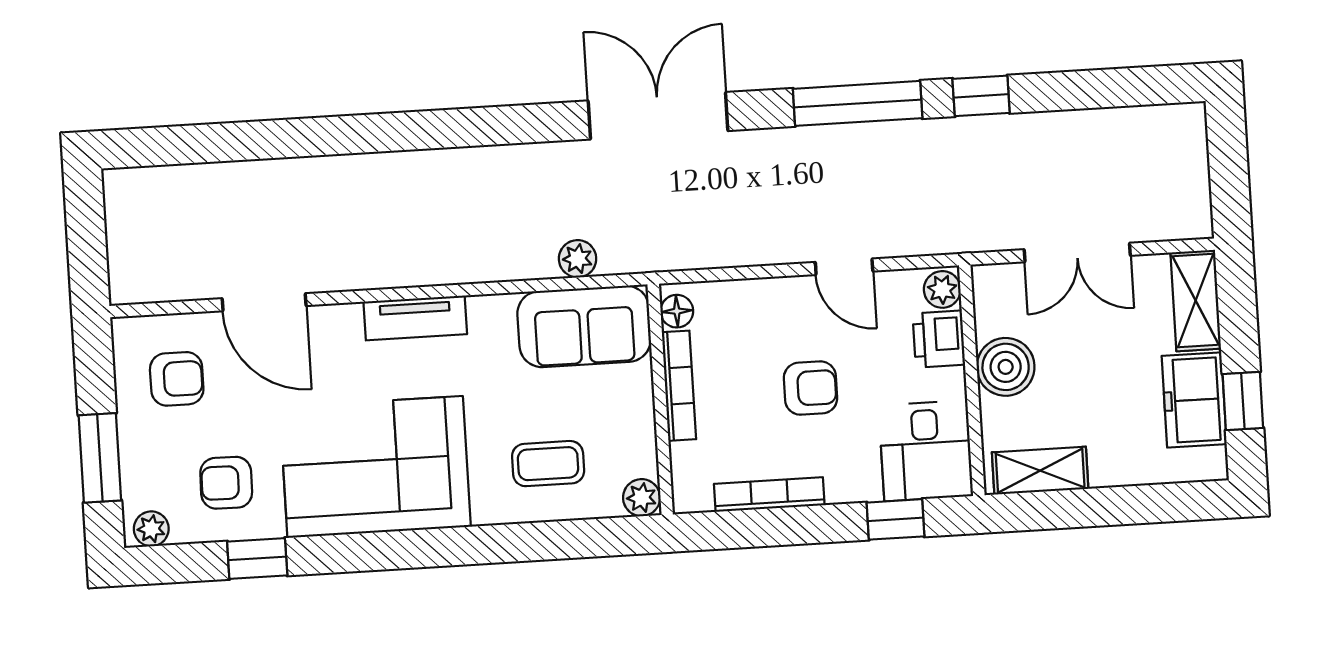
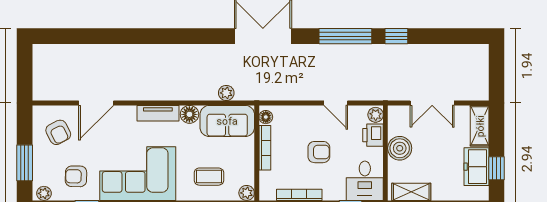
door: (264, 302) -> (96, 103), hinge flipped
floor lamp: (492, 316) -> (189, 114), added
armchair: (177, 379) -> (58, 132), turned 63

